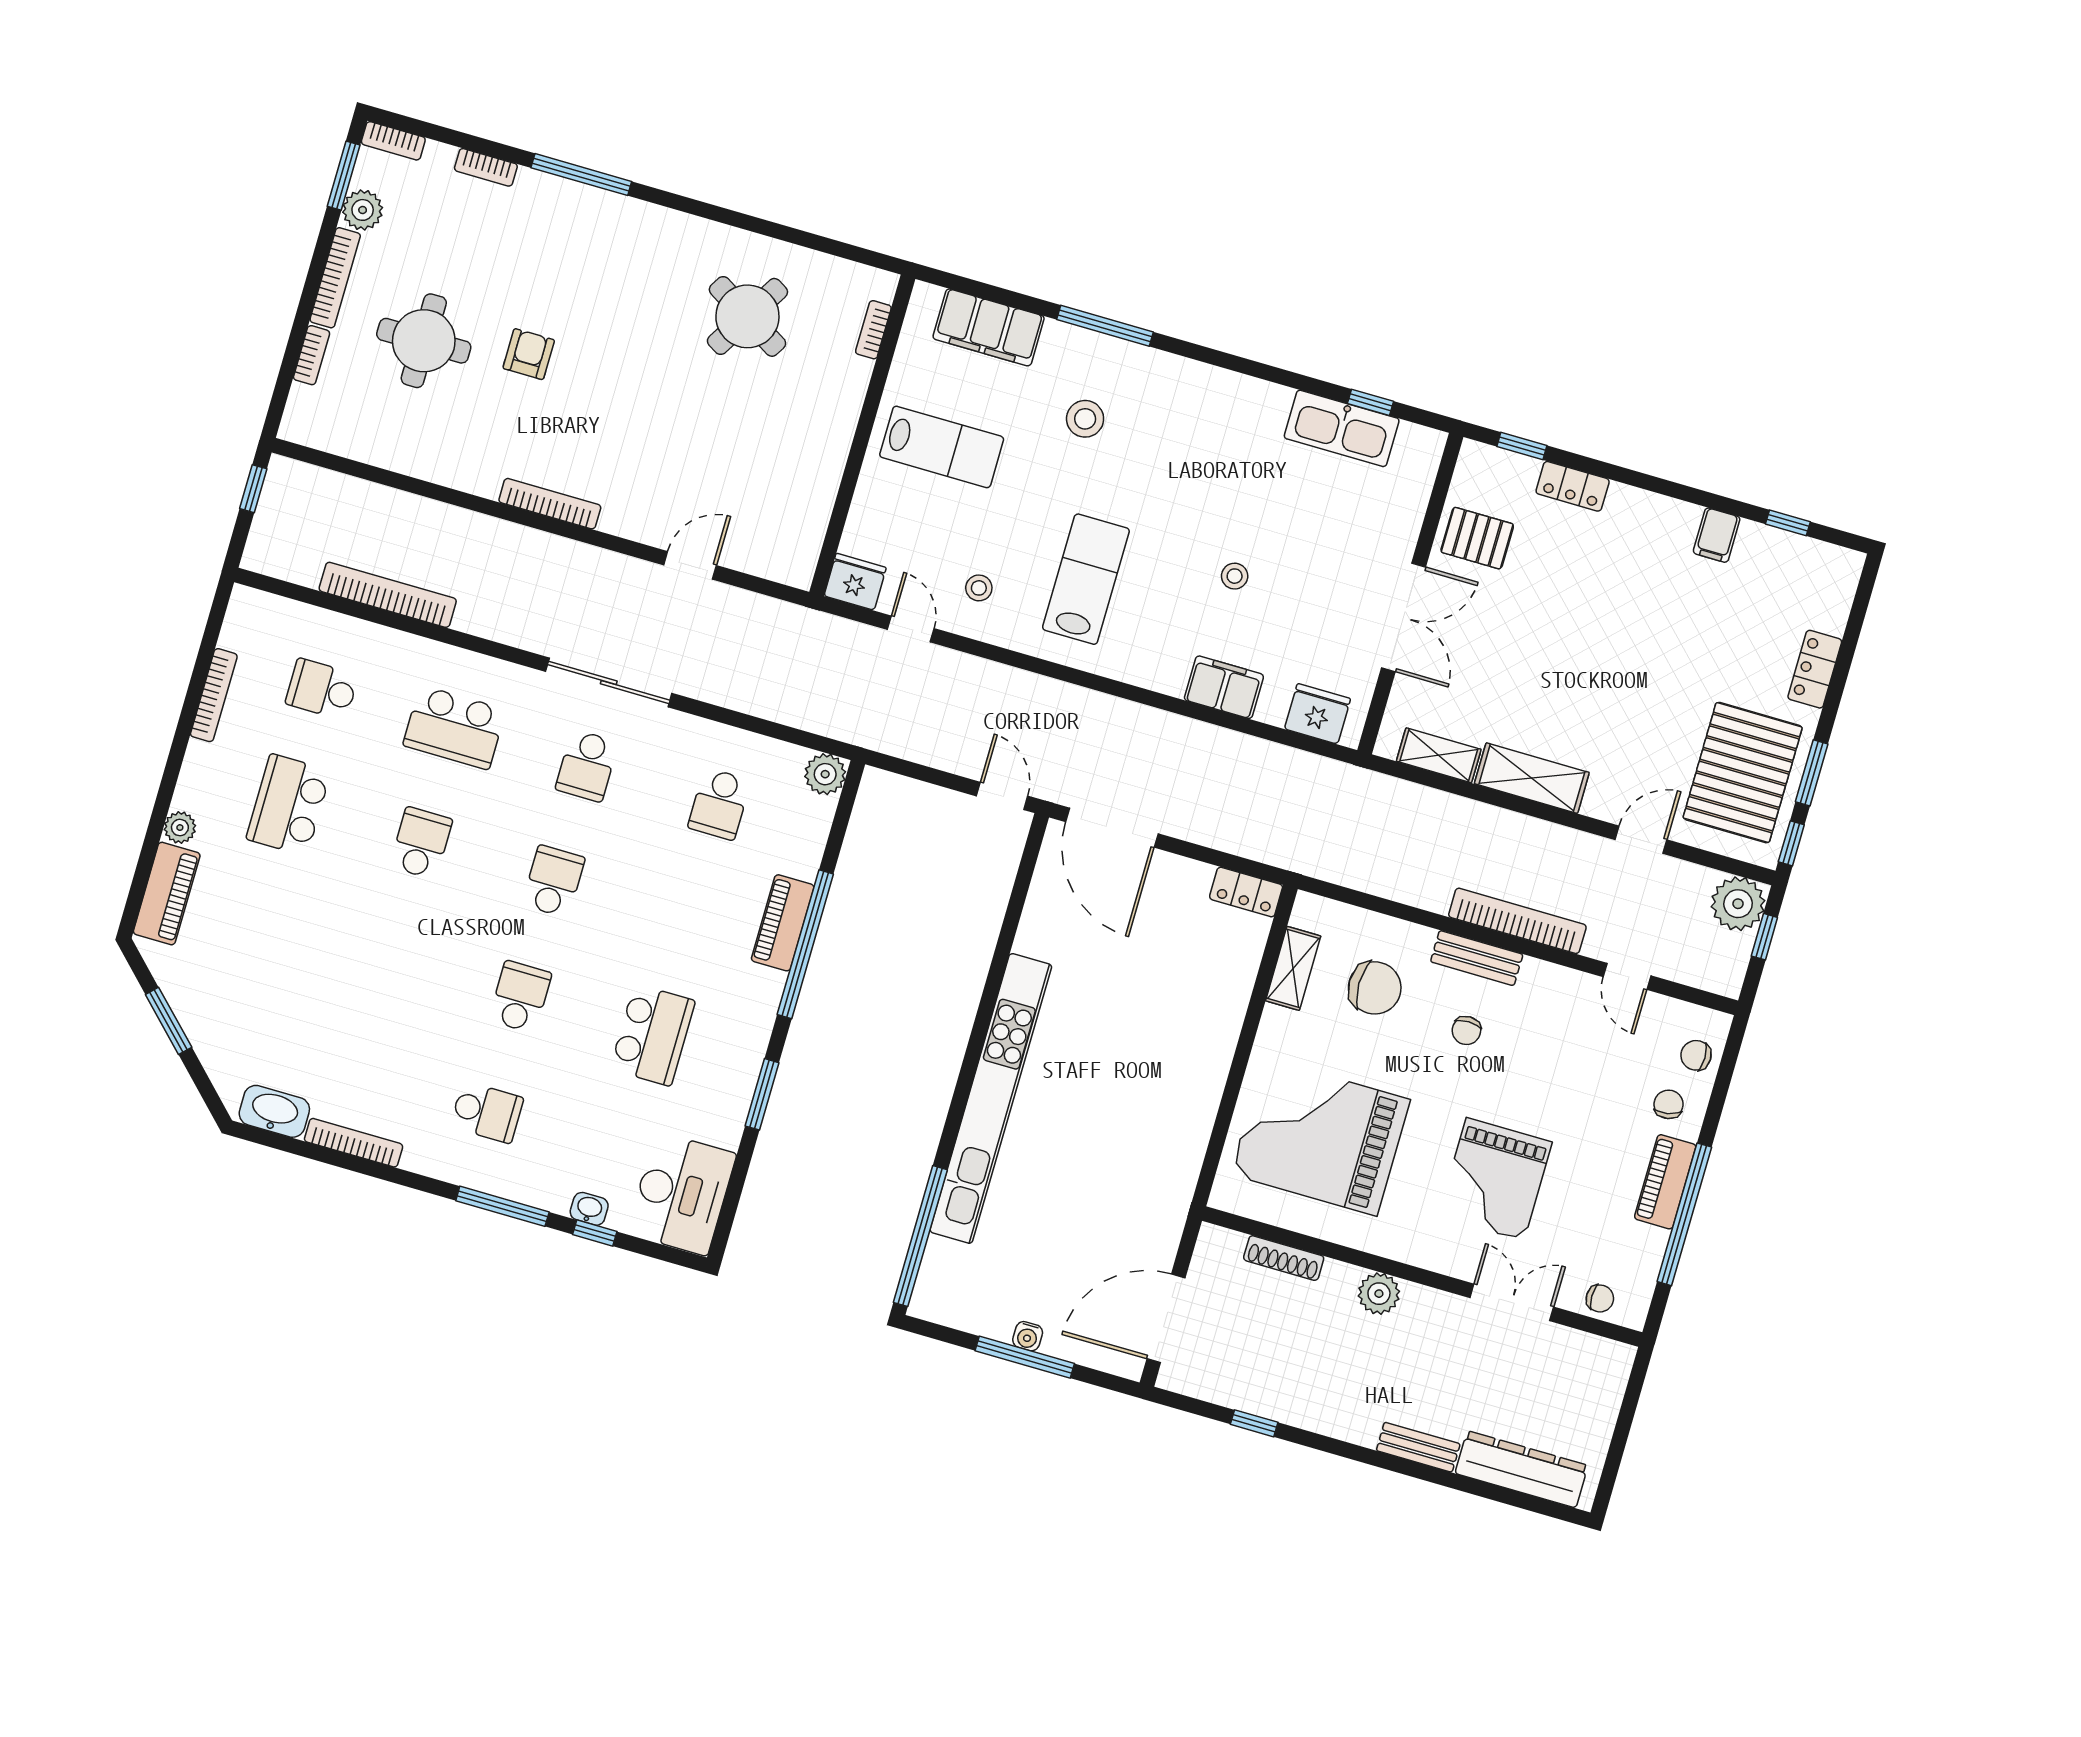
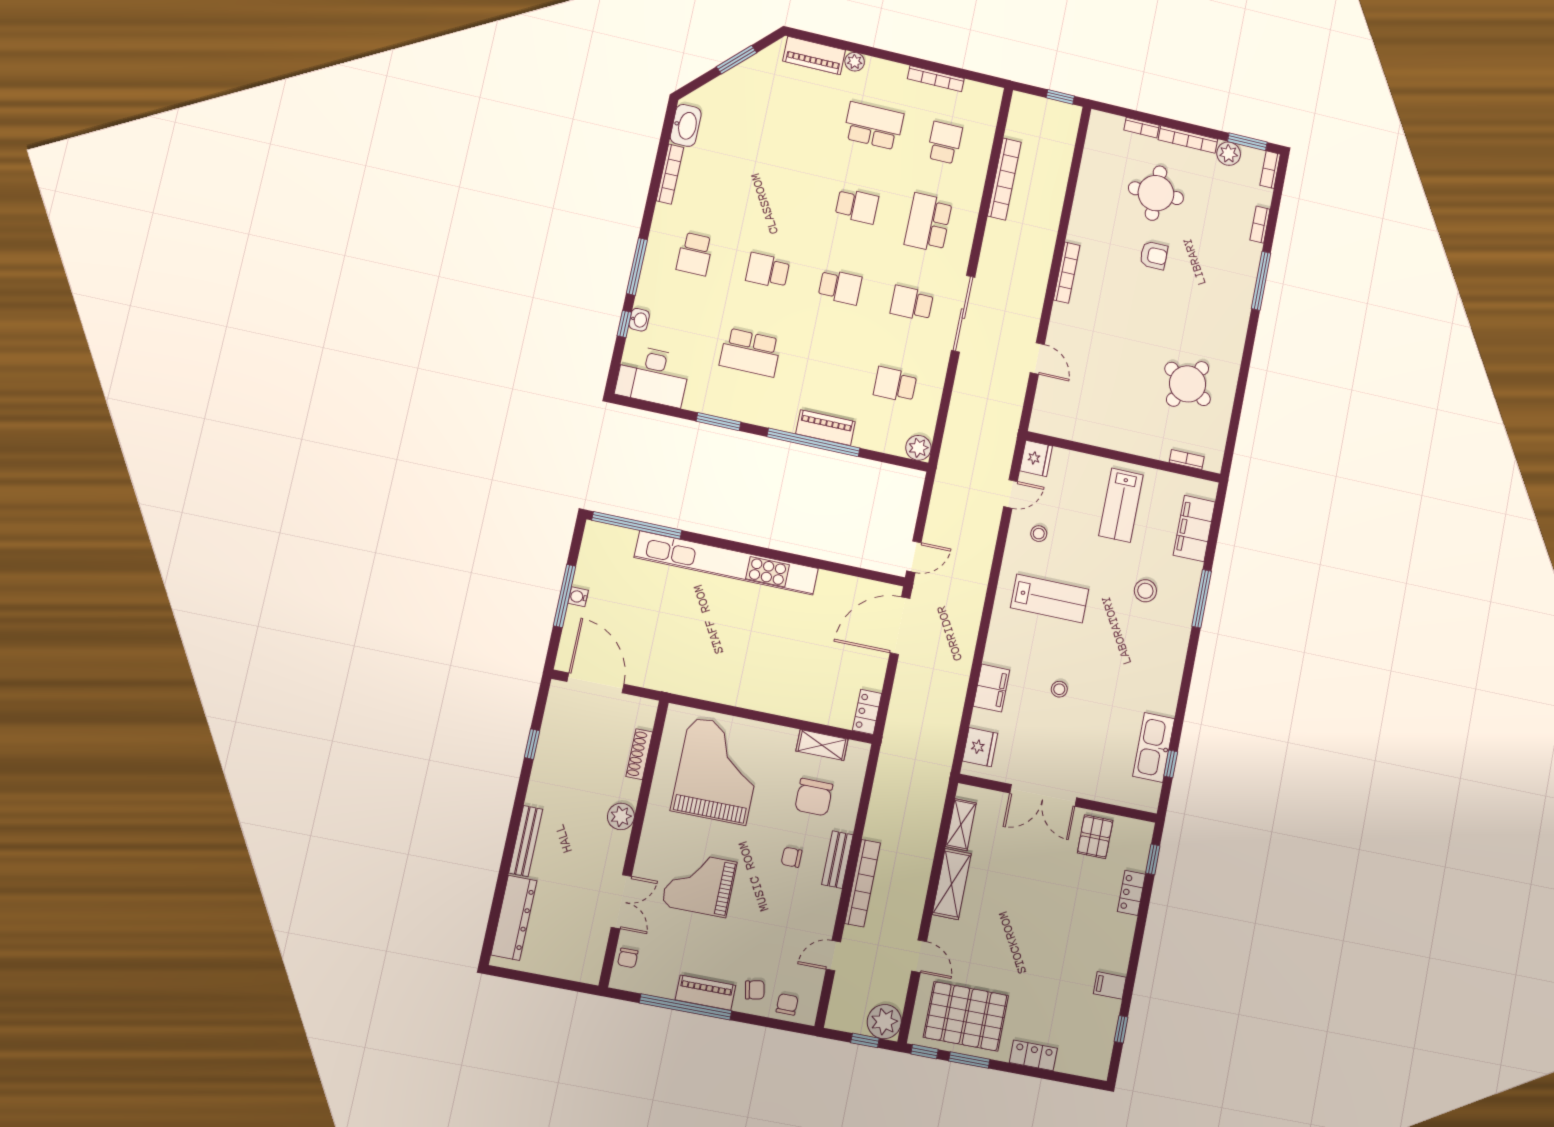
school desk: (520, 997) -> (768, 271), turned 180
bench: (1418, 1447) -> (526, 841), width x1.36

